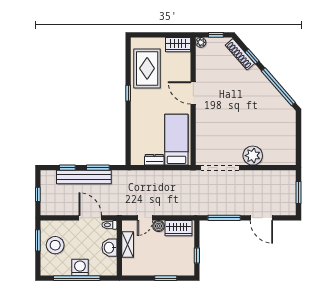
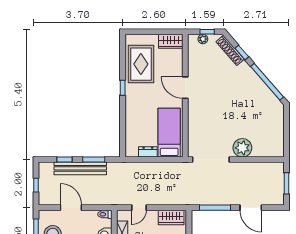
plant: (201, 42) -> (203, 39), moved
door: (90, 218) -> (71, 208), moved
boiler: (158, 226) -> (152, 215), removed

